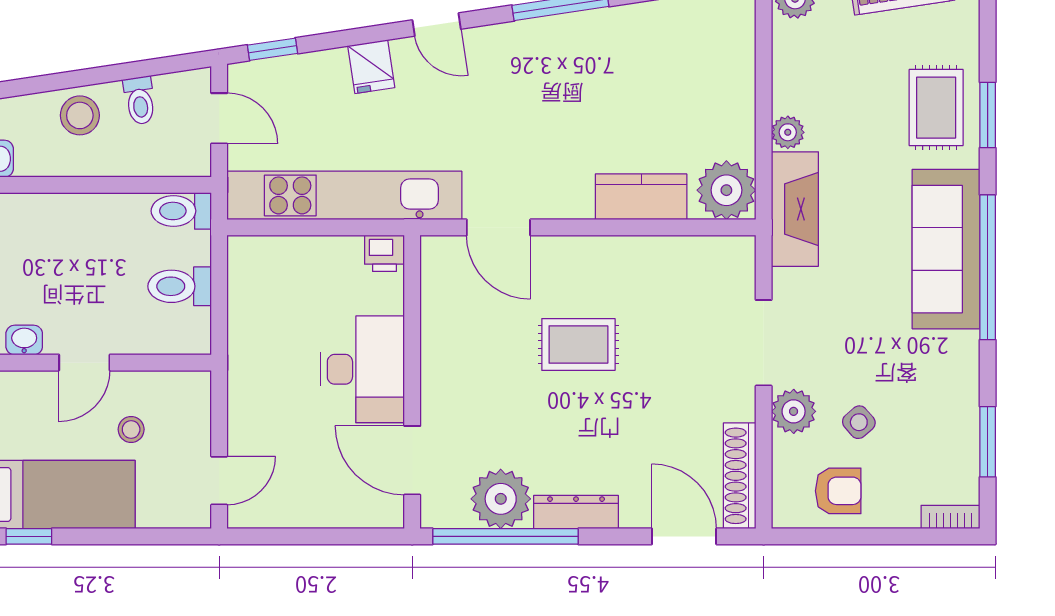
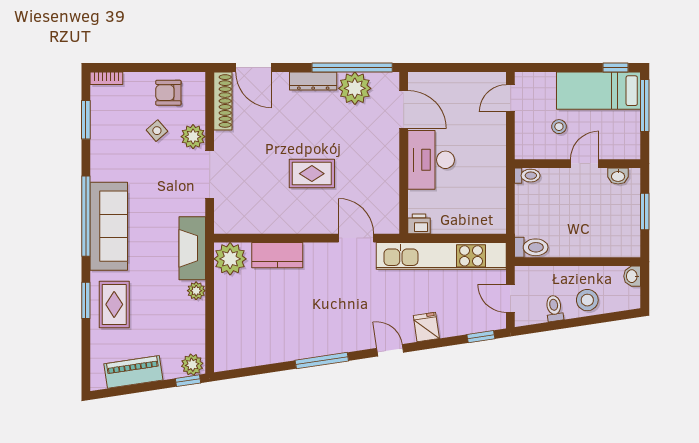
toilet: (180, 286) -> (527, 176), moved, width x0.73, depth x0.72

